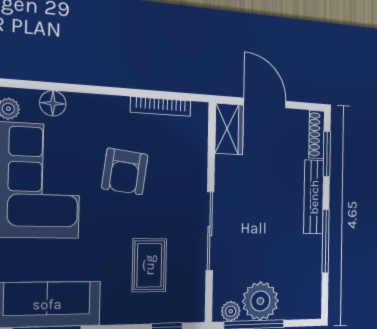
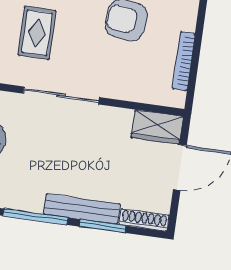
window: (327, 154) -> (103, 226), moved
rug: (149, 265) -> (37, 33), turned 90

